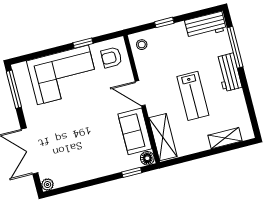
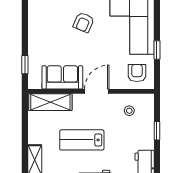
stool: (142, 45) -> (129, 111), moved
armchair: (74, 124) -> (84, 22), added
floor lamp: (147, 158) -> (34, 83), removed

